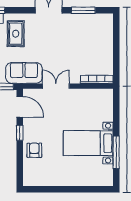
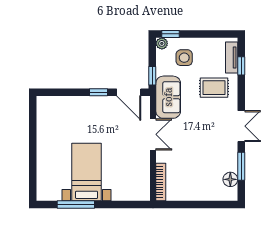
floor lamp: (95, 20) -> (230, 179), added
door: (20, 107) -> (129, 92), hinge flipped
armchair: (34, 150) -> (78, 109), removed

